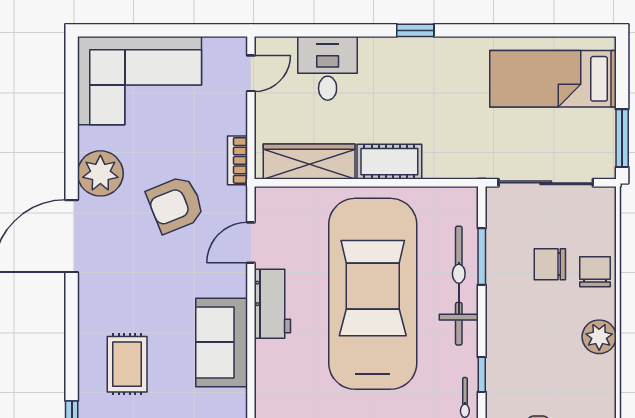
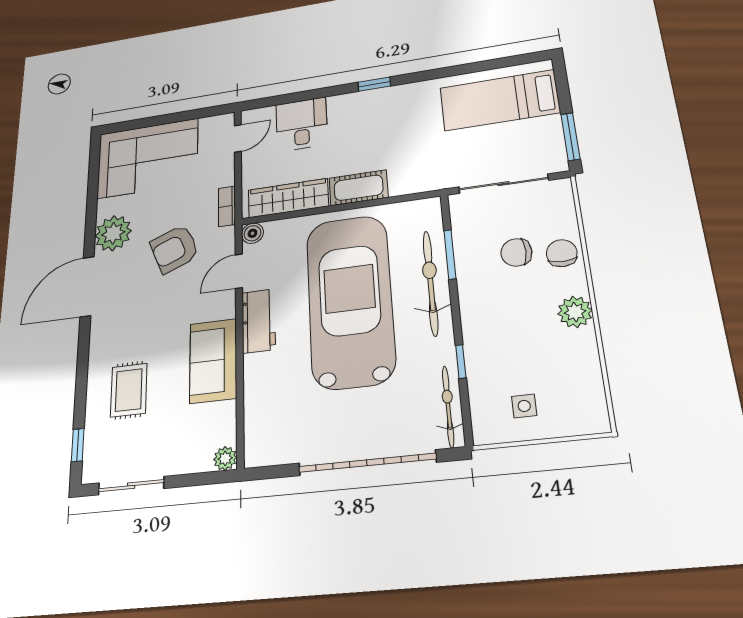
boiler: (267, 199) -> (252, 233), added

